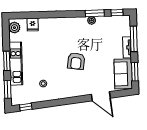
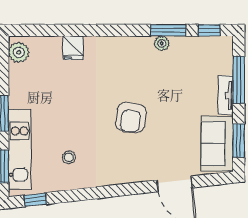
fridge: (33, 25) -> (73, 48), moved
kitchen unit: (16, 64) -> (20, 149), moved

